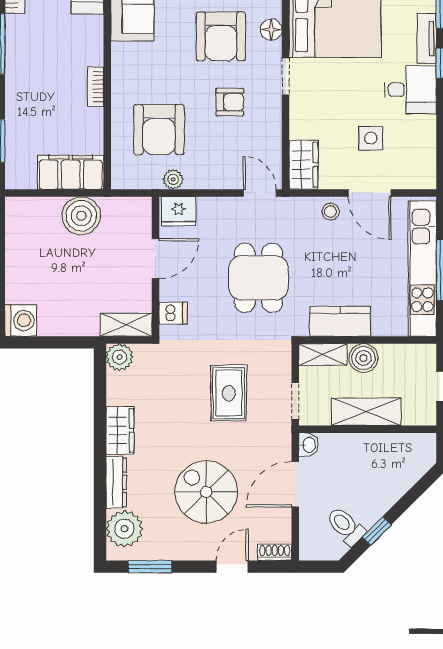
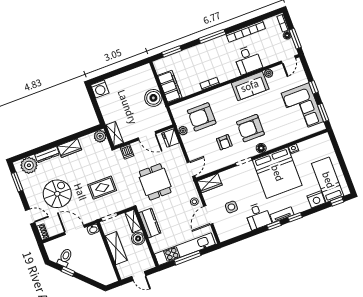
dining table: (258, 278) -> (155, 182), turned 90

